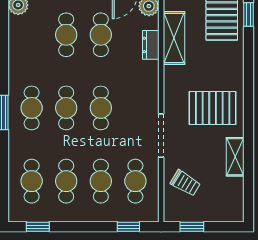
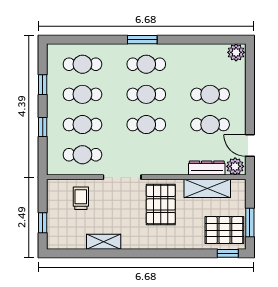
dresser: (151, 45) -> (207, 168), width x1.44
pallet: (213, 108) -> (161, 204), moved
trolley: (185, 183) -> (81, 198), turned 149
window: (38, 227) -> (43, 85), moved
window: (128, 227) -> (43, 127), moved
window: (192, 227) -> (43, 223), moved

